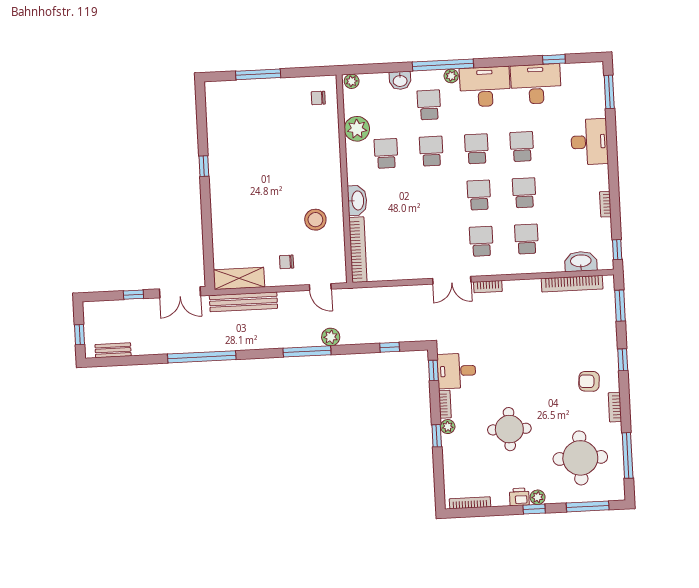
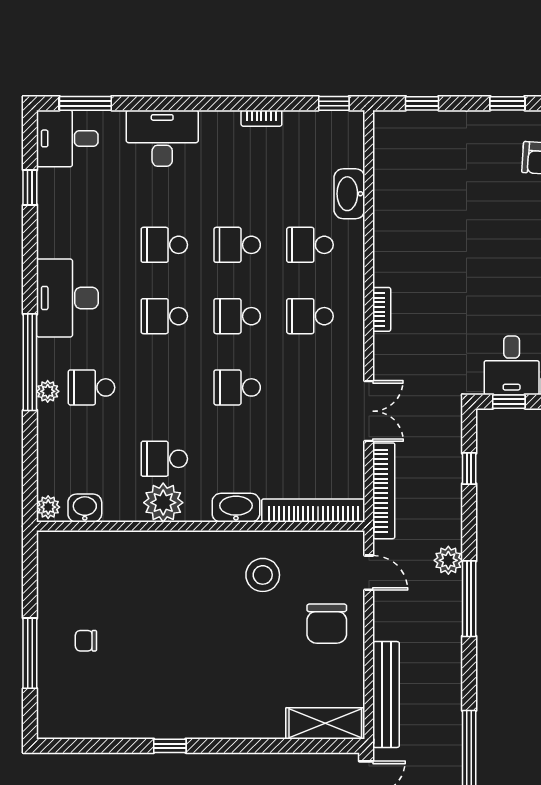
plant: (451, 76) -> (48, 391), moved
washbasin: (400, 80) -> (85, 508), moved, turned -90
desk: (536, 84) -> (67, 138), moved, width x0.73
chair: (318, 98) -> (86, 641), moved, turned 90
plant: (357, 129) -> (163, 503), moved
school desk: (431, 151) -> (237, 387), moved
washbasin: (581, 261) -> (349, 194), moved
chair: (287, 262) -> (327, 624), width x1.87, depth x1.87
shelving: (239, 278) -> (325, 723), moved, turned 90
double door: (452, 280) -> (369, 411), moved
bookcase: (572, 284) -> (384, 491), moved
door: (320, 287) -> (369, 573), hinge flipped
window: (620, 306) -> (422, 103), width x0.67

